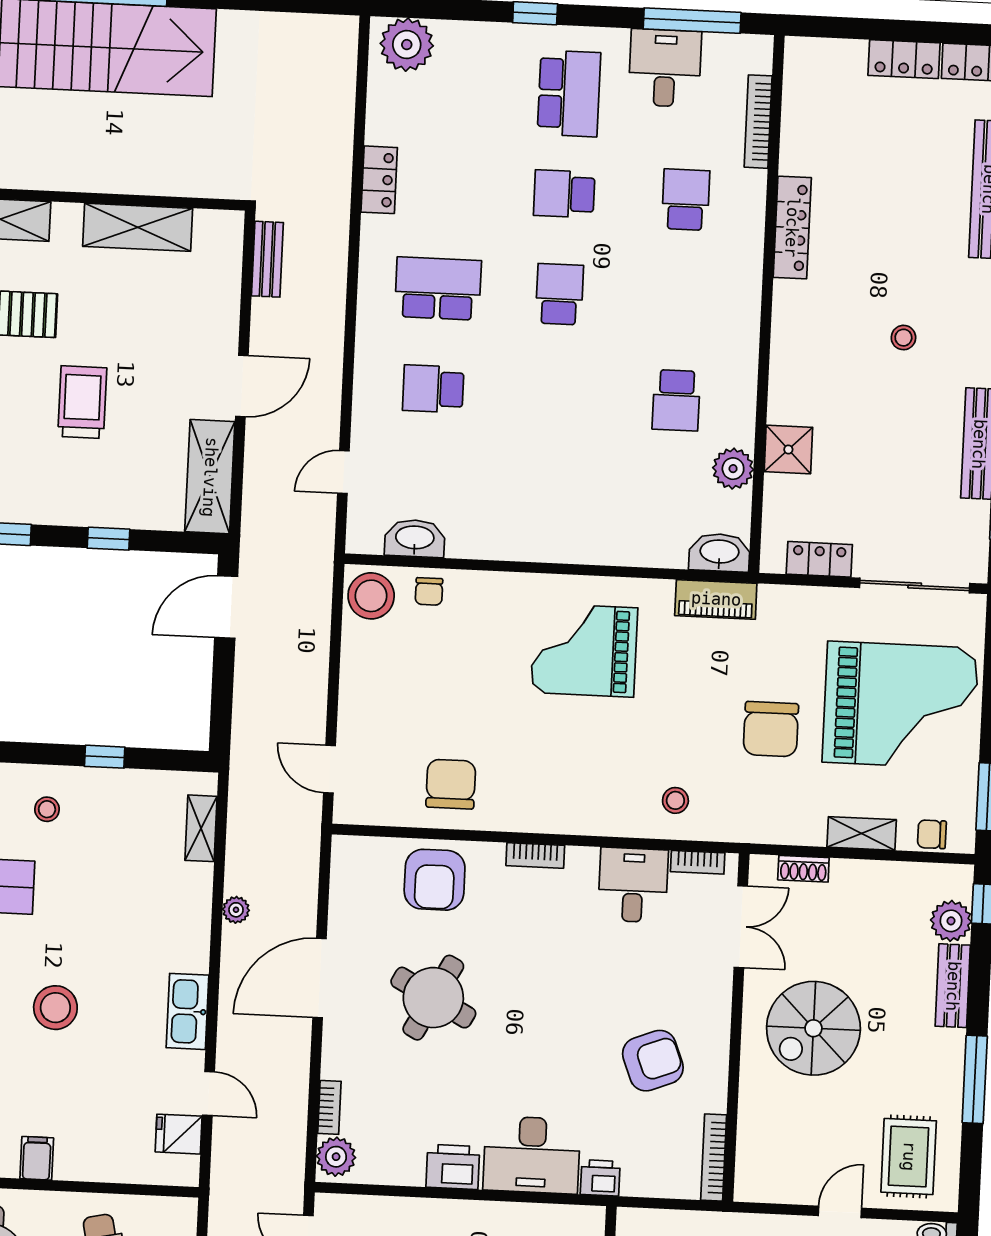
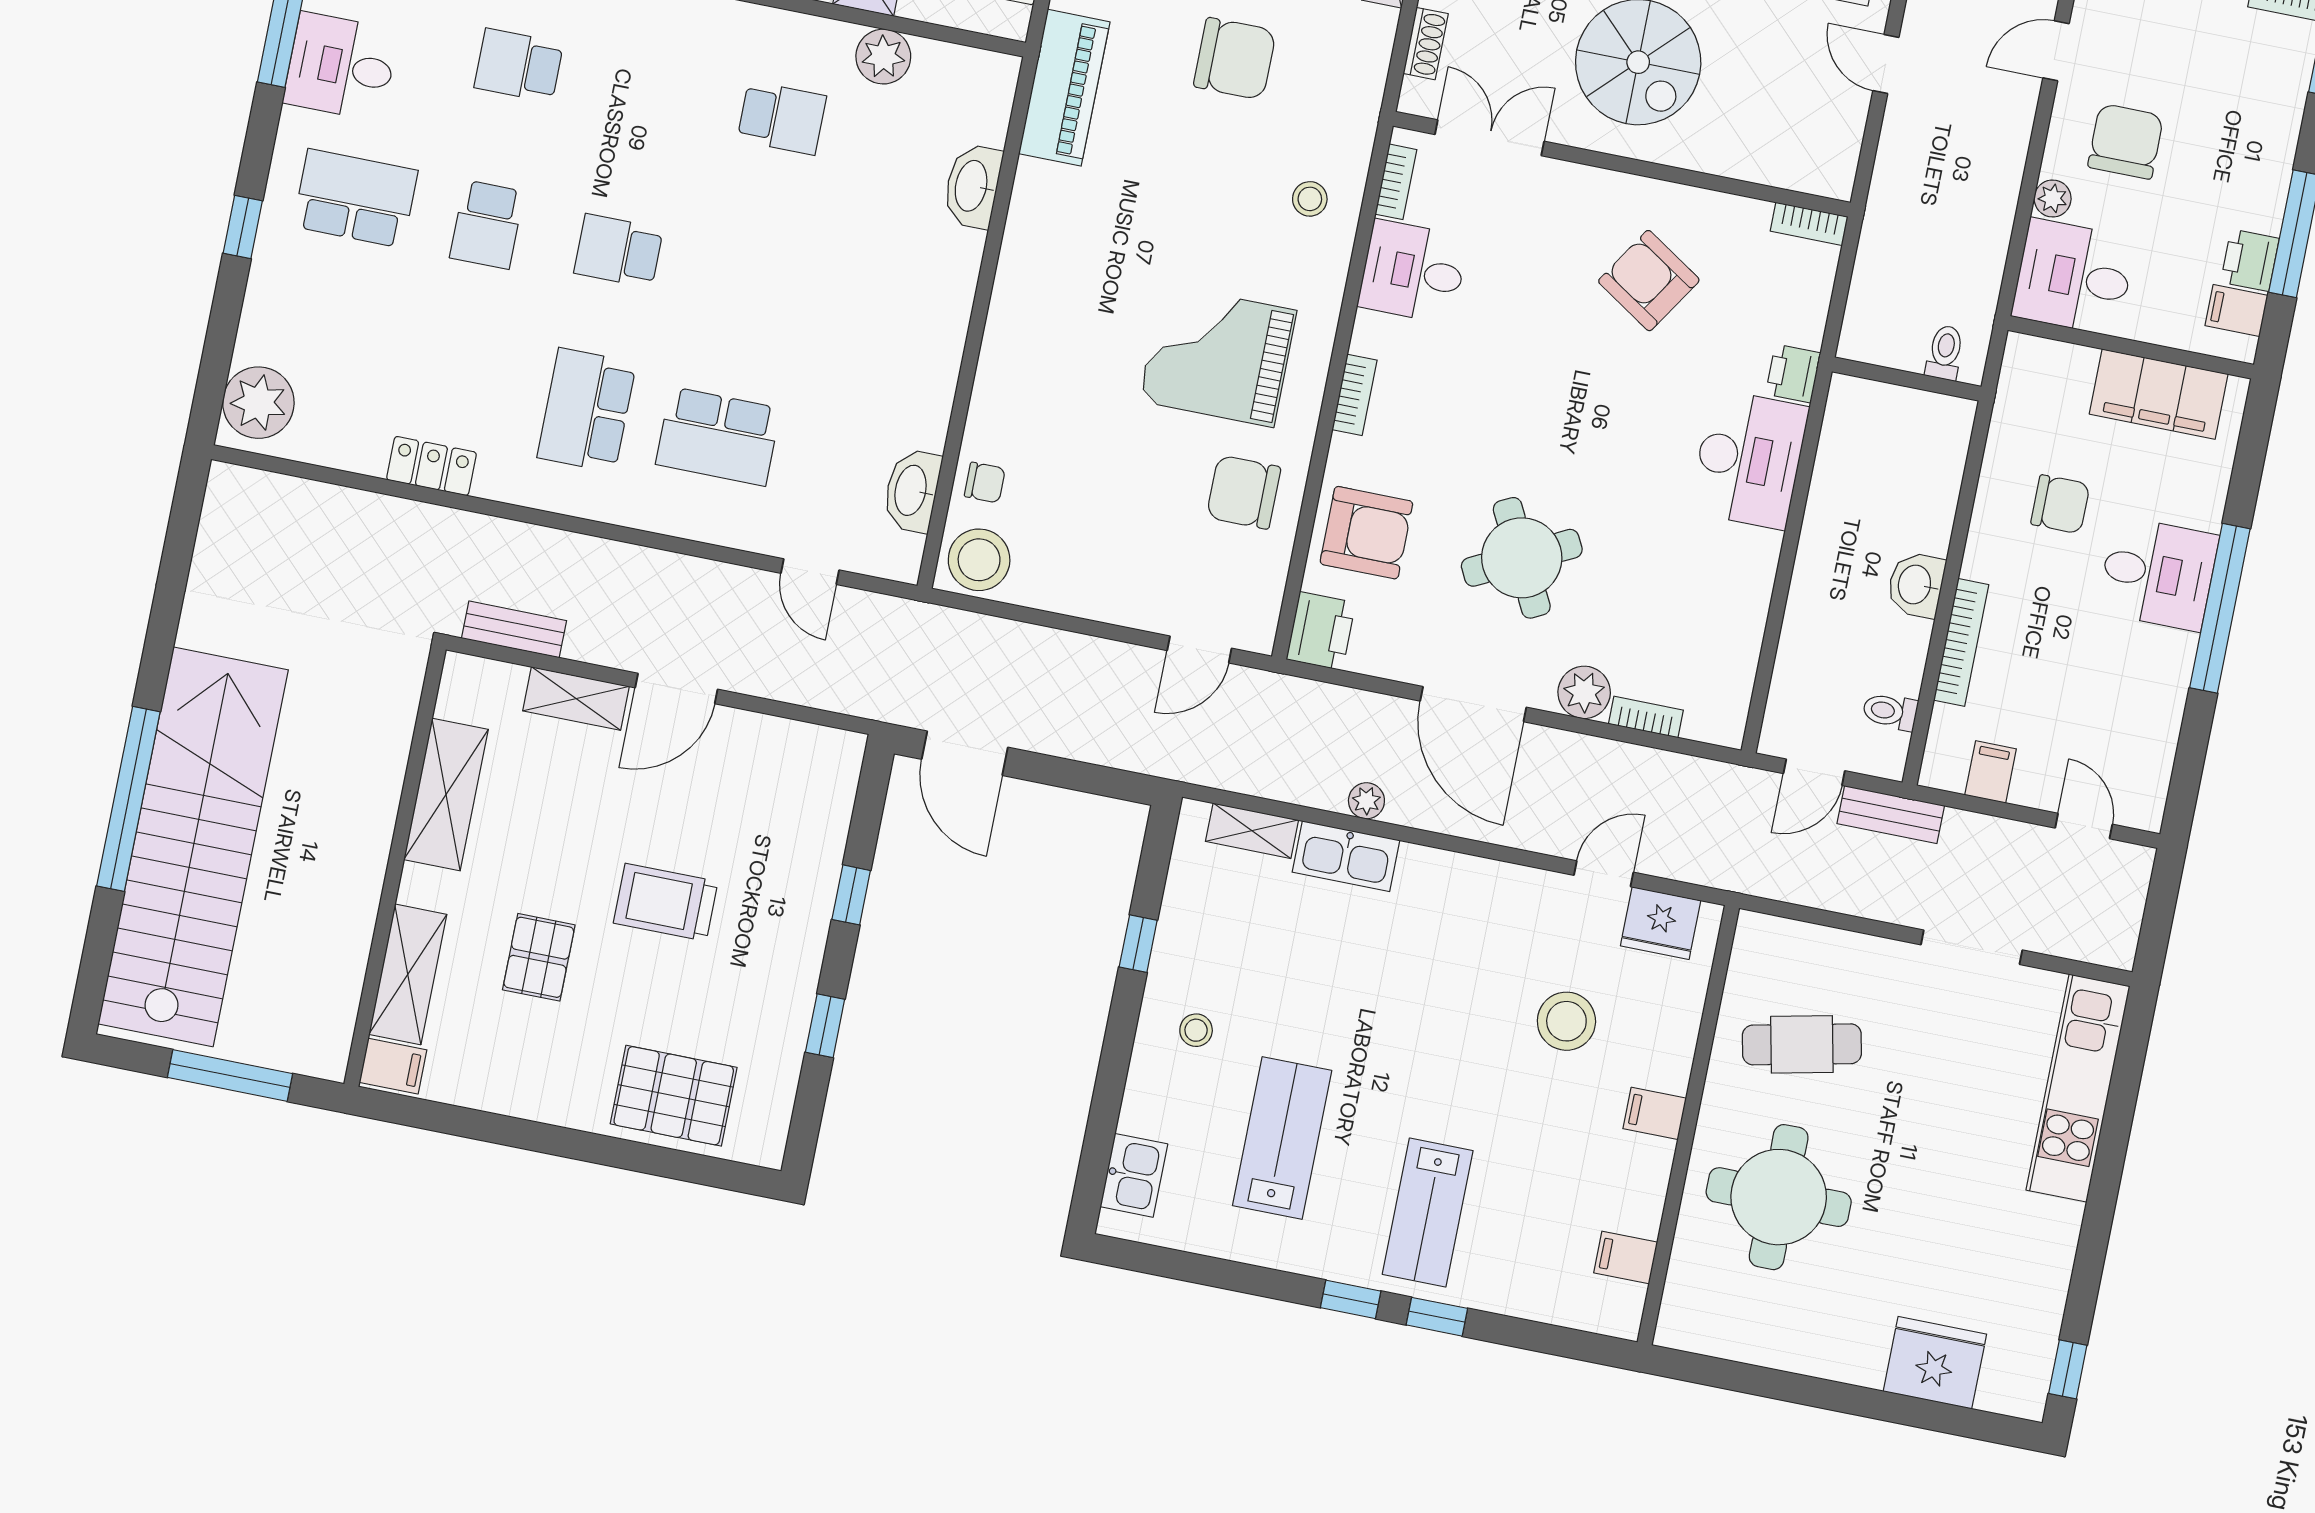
door: (242, 386) -> (676, 688), swing flipped
school desk: (433, 389) -> (718, 436), width x1.85
shelving: (210, 477) -> (576, 699), moved, width x0.67, depth x0.75
washbasin: (719, 553) -> (973, 186), moved
piano: (716, 599) -> (1064, 88), width x1.37, depth x1.33
grand piano: (584, 650) -> (1218, 356), moved, turned 90
round table: (433, 998) -> (1522, 558), turned 35
stool: (55, 1008) -> (1566, 1021), moved
kitchen sink: (187, 1011) -> (1346, 856), moved
armchair: (653, 1061) -> (1649, 281), turned -36
fridge: (179, 1134) -> (1661, 923), width x1.38
plant: (336, 1157) -> (1584, 692), moved
bookcase: (714, 1158) -> (1809, 224), width x0.64
printer: (453, 1167) -> (1321, 631), moved, turned 180

